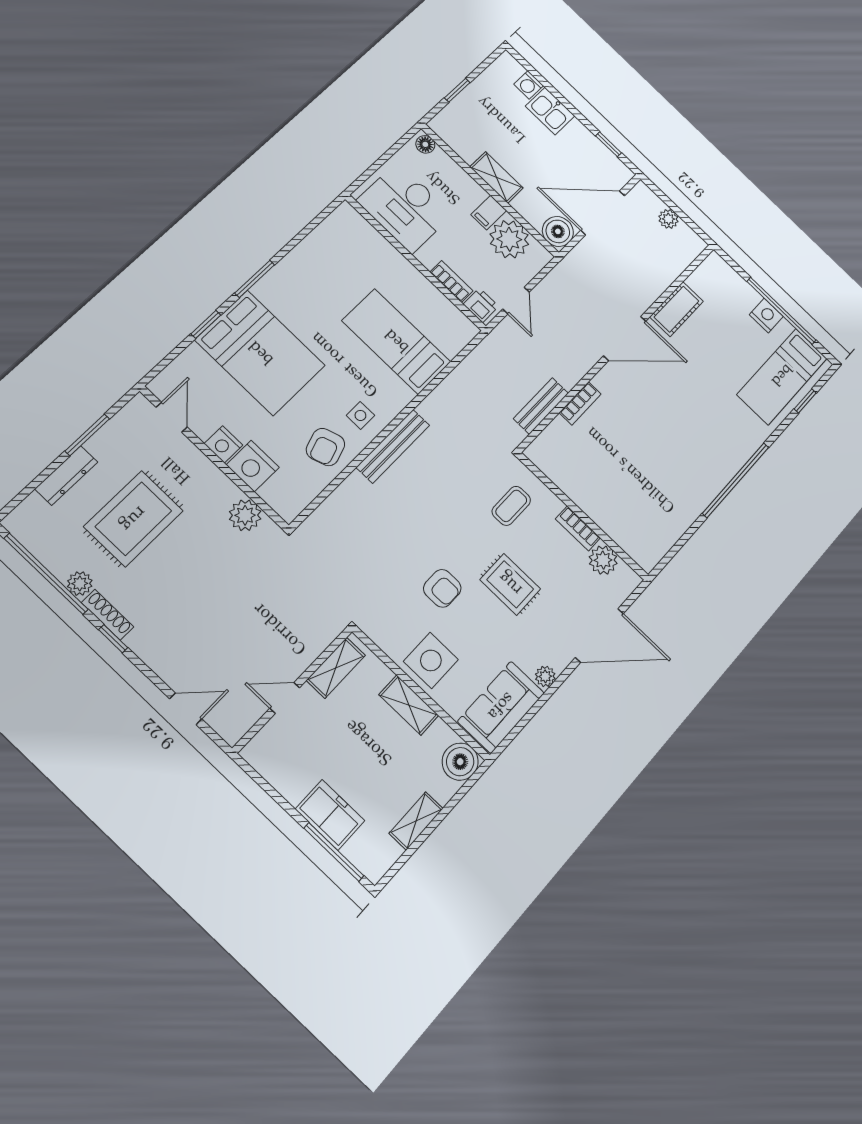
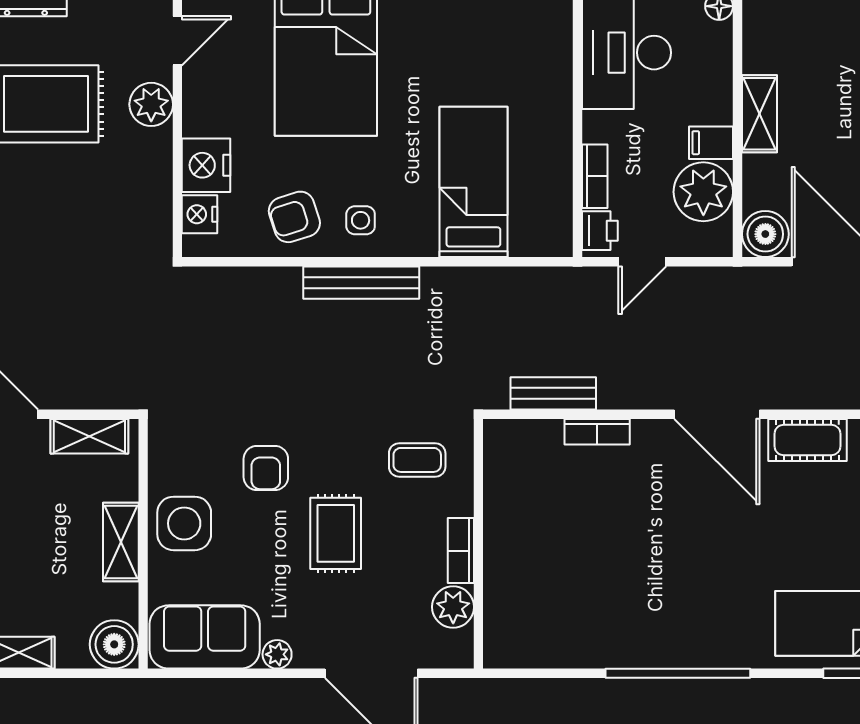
nightstand: (223, 444) -> (200, 214), moved
plant: (245, 515) -> (151, 104), moved

